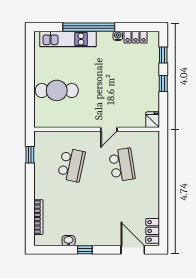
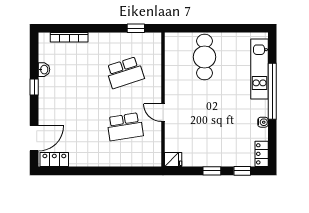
locker: (136, 37) -> (262, 154), moved
school desk: (71, 165) -> (125, 73), turned -30

